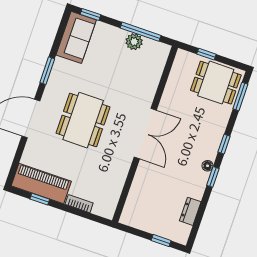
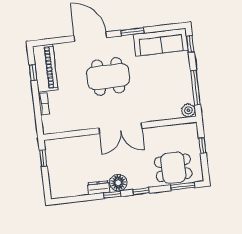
sofa: (76, 37) -> (161, 42), width x1.36
plant: (134, 42) -> (188, 110), moved
dining table: (216, 83) -> (173, 168), moved, turned 90
floor lamp: (208, 166) -> (118, 183), width x1.89, depth x1.89
dresser: (190, 211) -> (99, 188), moved
window: (161, 241) -> (43, 158), moved

